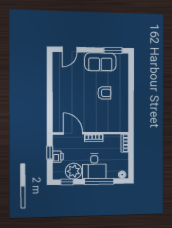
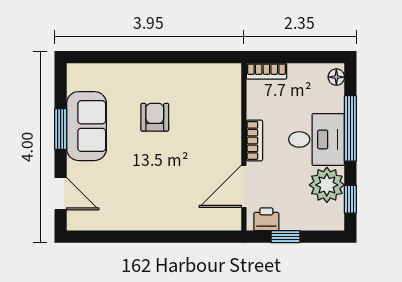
window: (113, 50) -> (61, 129), moved
printer: (58, 157) -> (266, 219), moved

